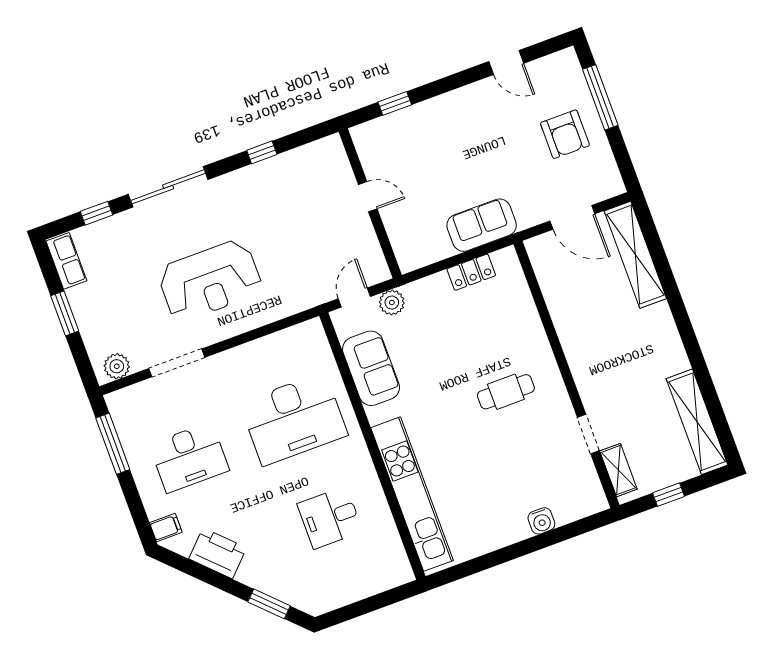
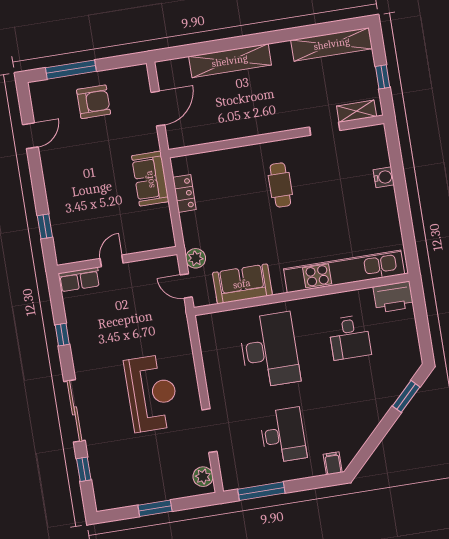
shelving: (635, 255) -> (230, 61), moved
row of seats: (66, 261) -> (79, 279), moved, turned 180
printer: (218, 553) -> (393, 297), moved, turned -135

